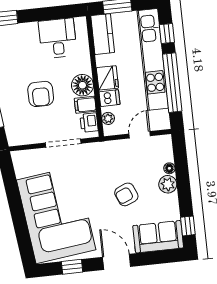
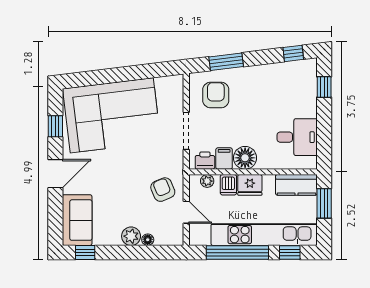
armchair: (41, 94) -> (216, 95), moved, turned 90
armchair: (126, 194) -> (163, 190), moved

